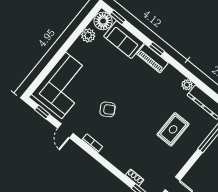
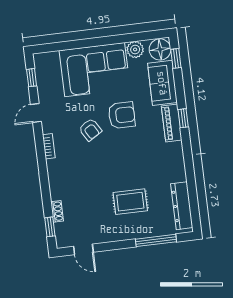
armchair: (118, 83) -> (122, 115), added
corner sofa: (64, 85) -> (95, 70), moved
plant: (187, 85) -> (180, 175), removed

